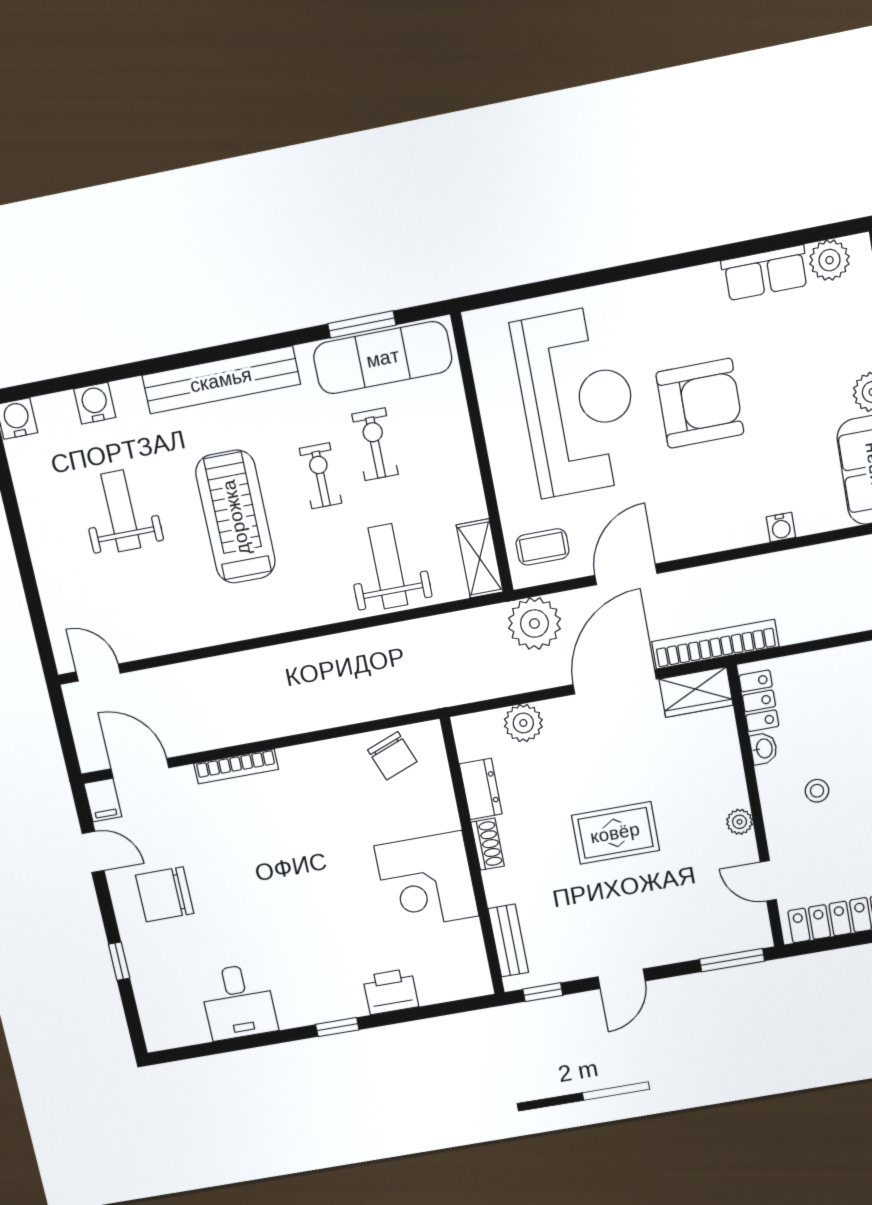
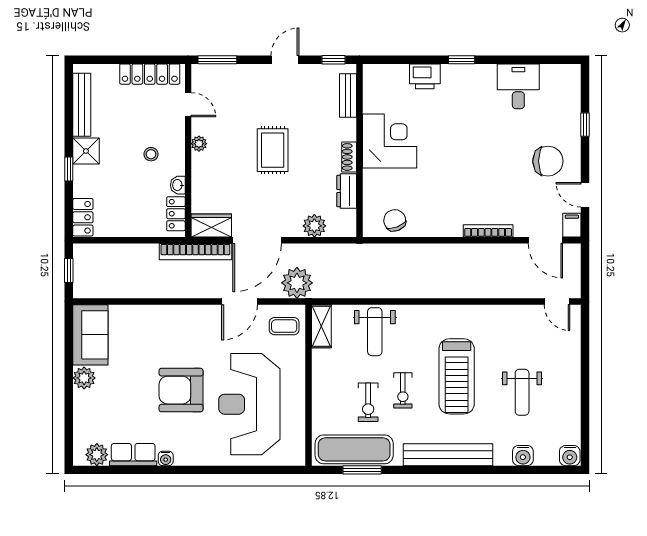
water cooler: (781, 527) -> (166, 458), moved, turned 180
rug: (615, 833) -> (273, 150), turned 90

